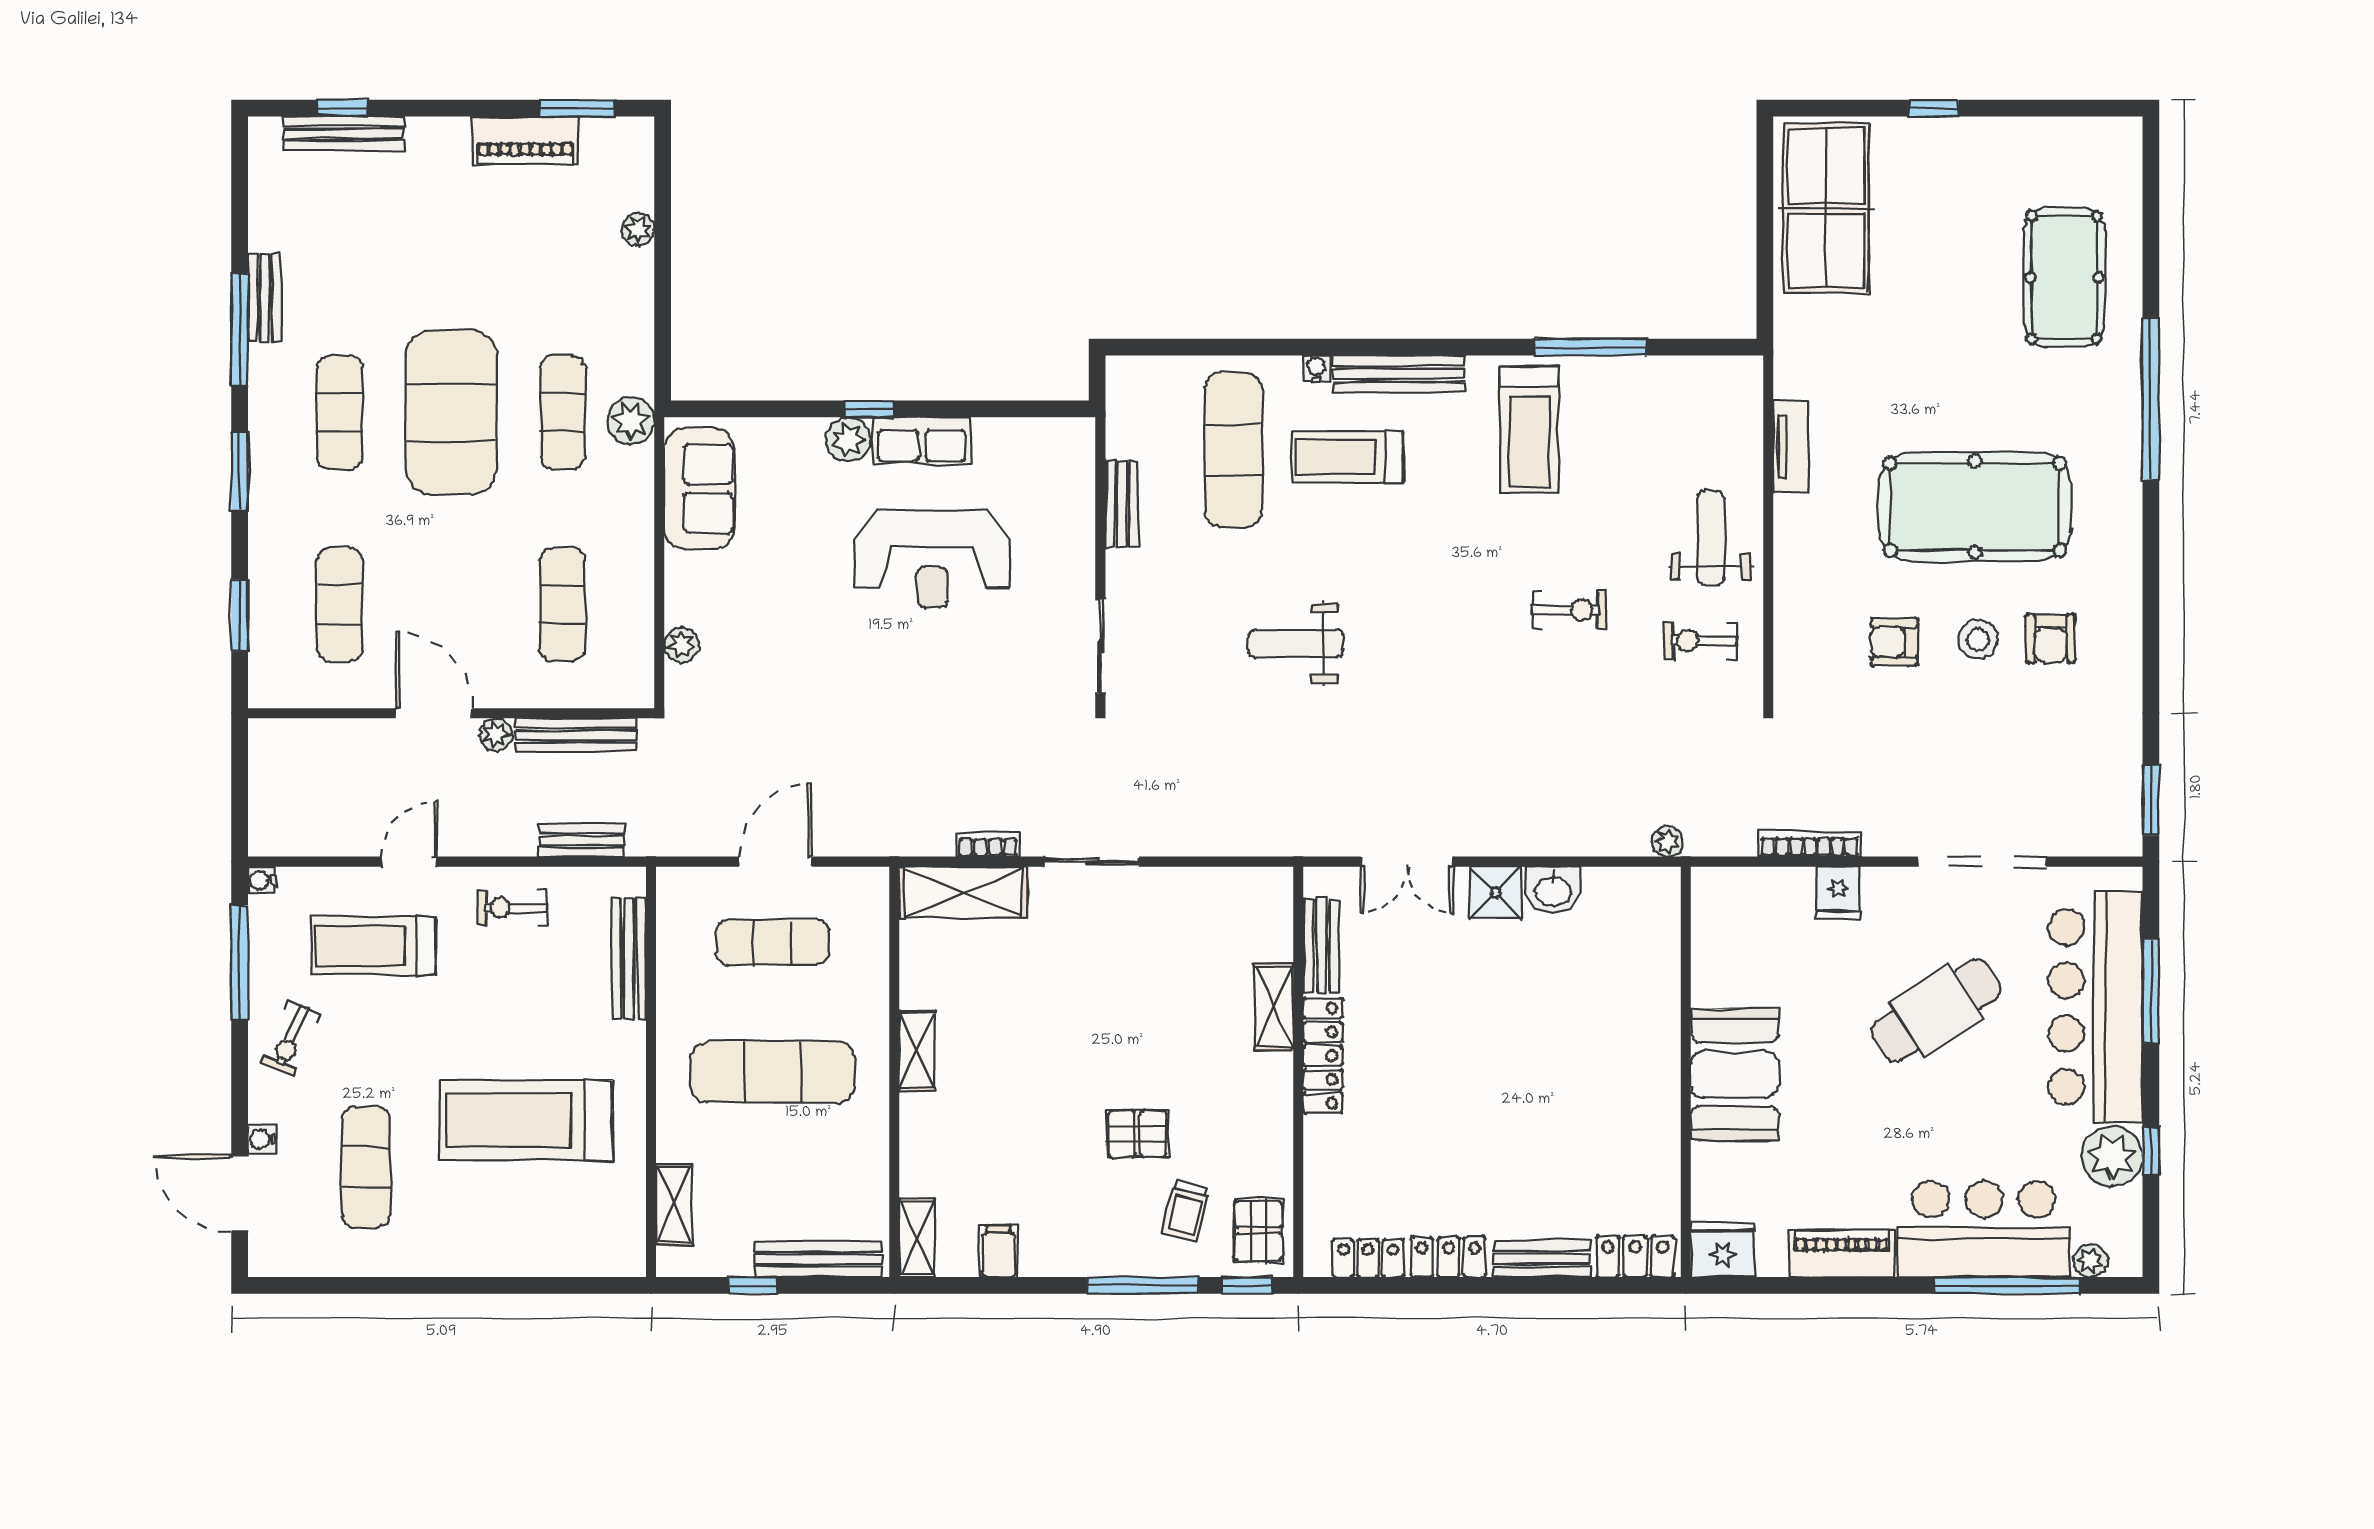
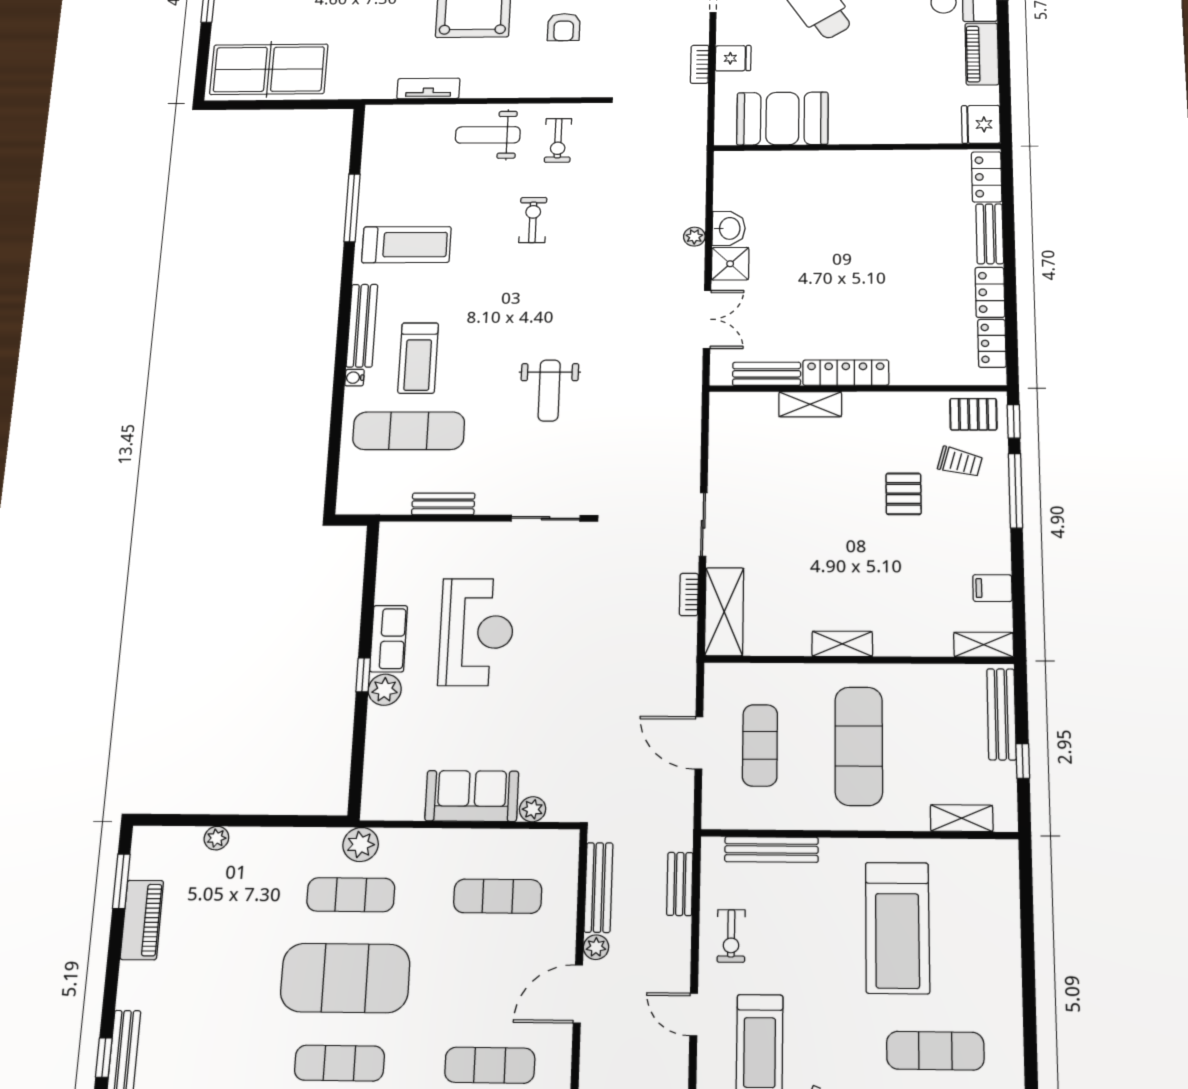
sofa: (699, 489) -> (472, 796), moved
plant: (1668, 841) -> (694, 237), moved
bookcase: (1810, 844) -> (700, 64), width x0.64
booth: (1735, 1075) -> (782, 118), moved

